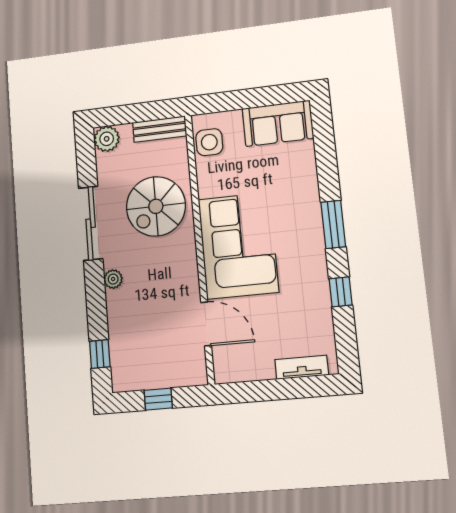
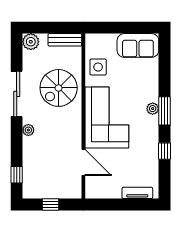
side table: (209, 142) -> (98, 67), moved
plant: (313, 223) -> (153, 109), added

